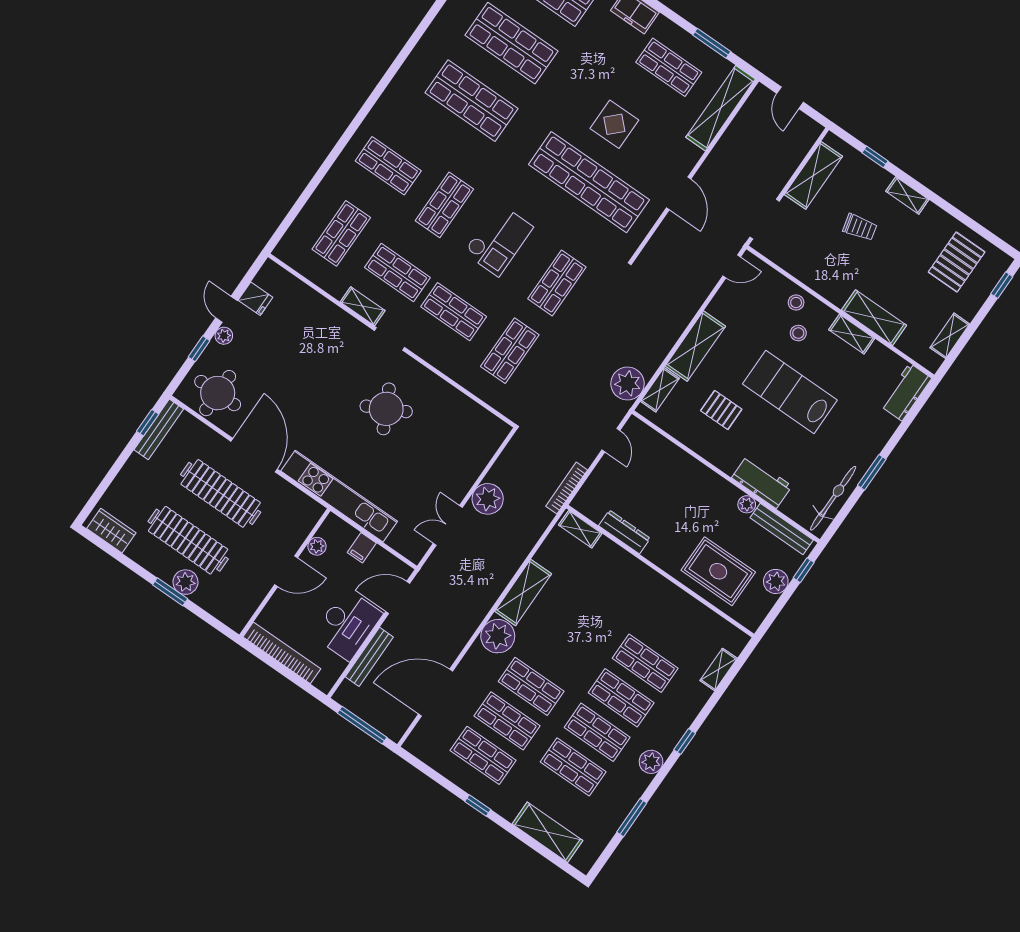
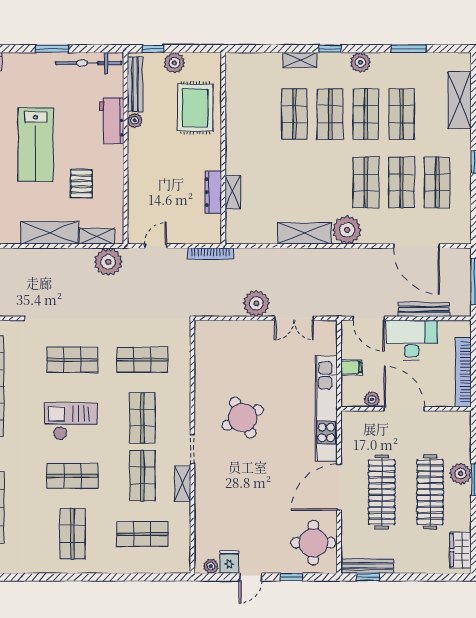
plant: (224, 336) -> (211, 566), moved
shelving: (580, 529) -> (233, 192), moved
door: (286, 571) -> (404, 409), width x1.36
shelving: (719, 669) -> (300, 60), moved

